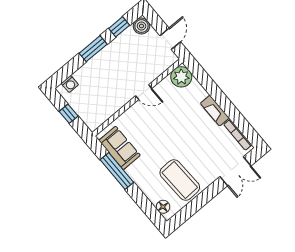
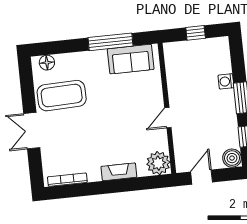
door: (170, 39) -> (202, 177), swing flipped
washing machine: (70, 84) -> (226, 81), moved
fireplace: (215, 111) -> (119, 172), moved
double door: (235, 171) -> (32, 131), moved

